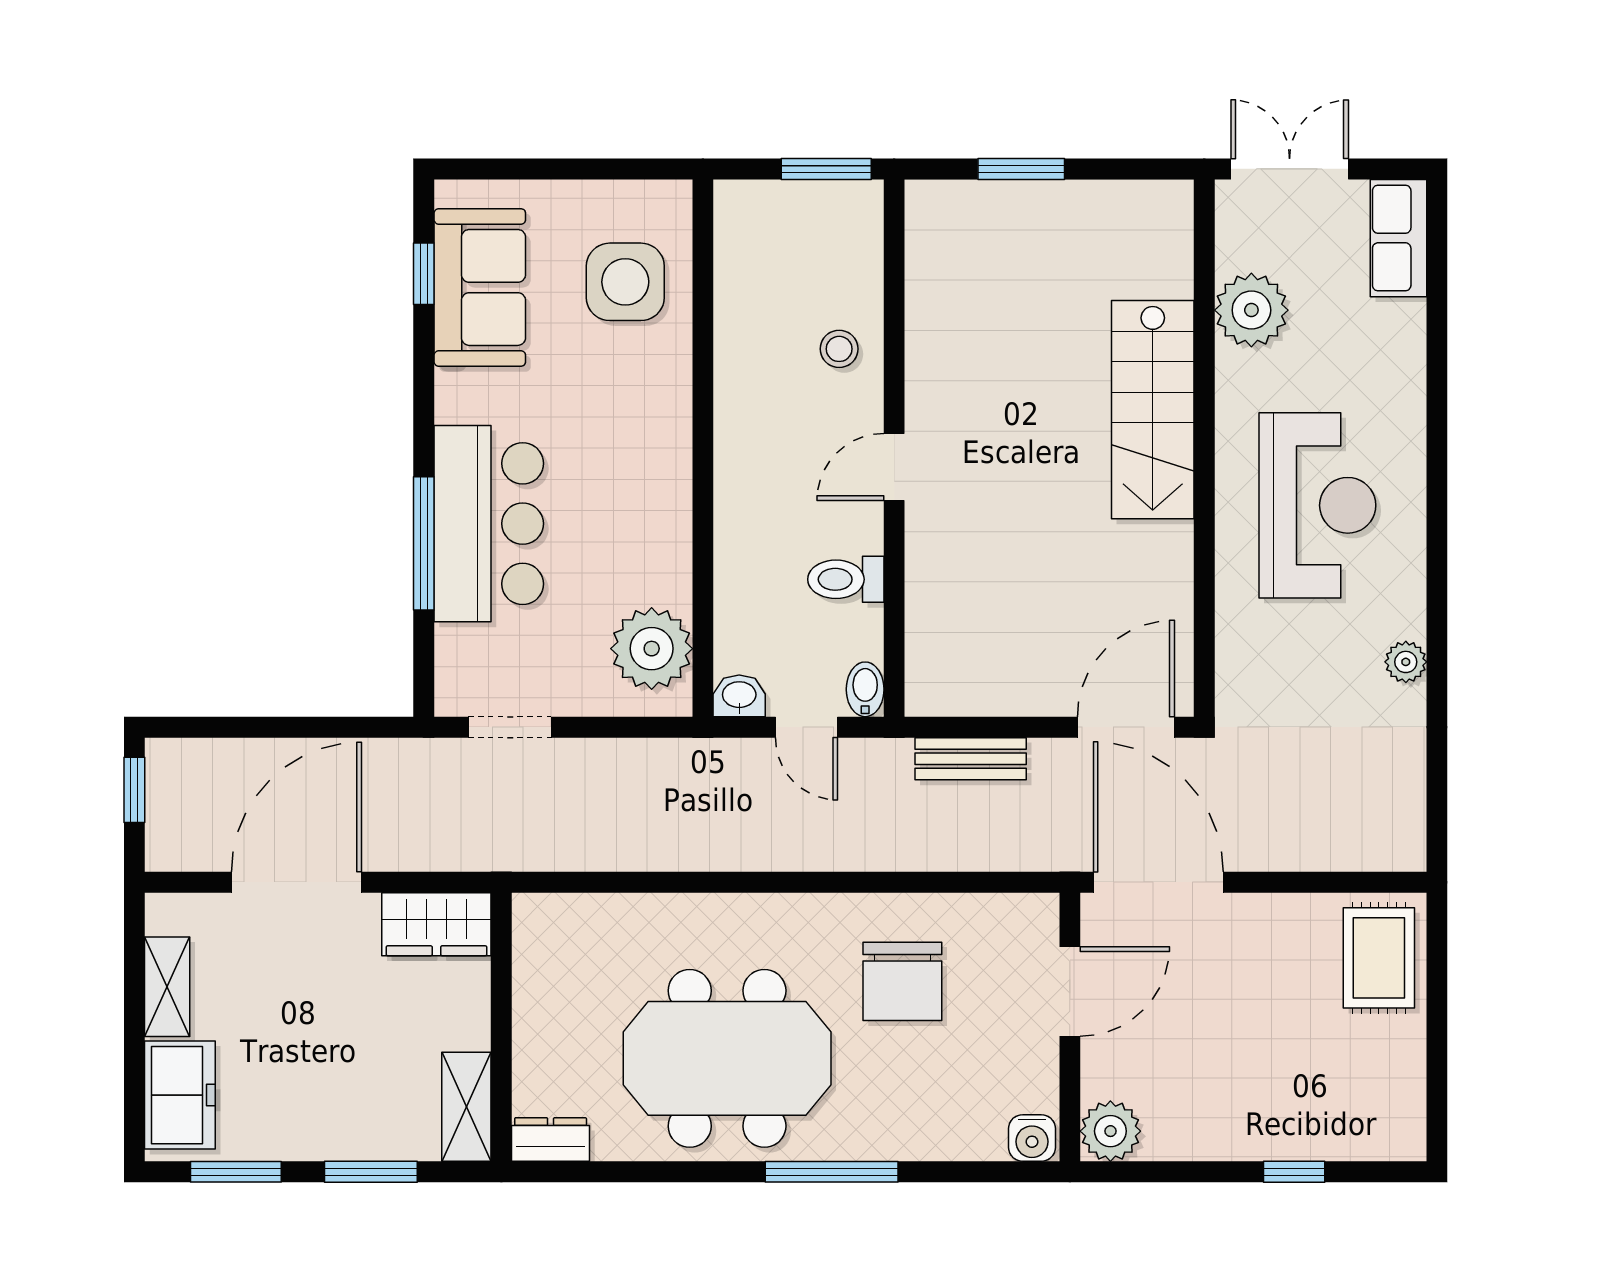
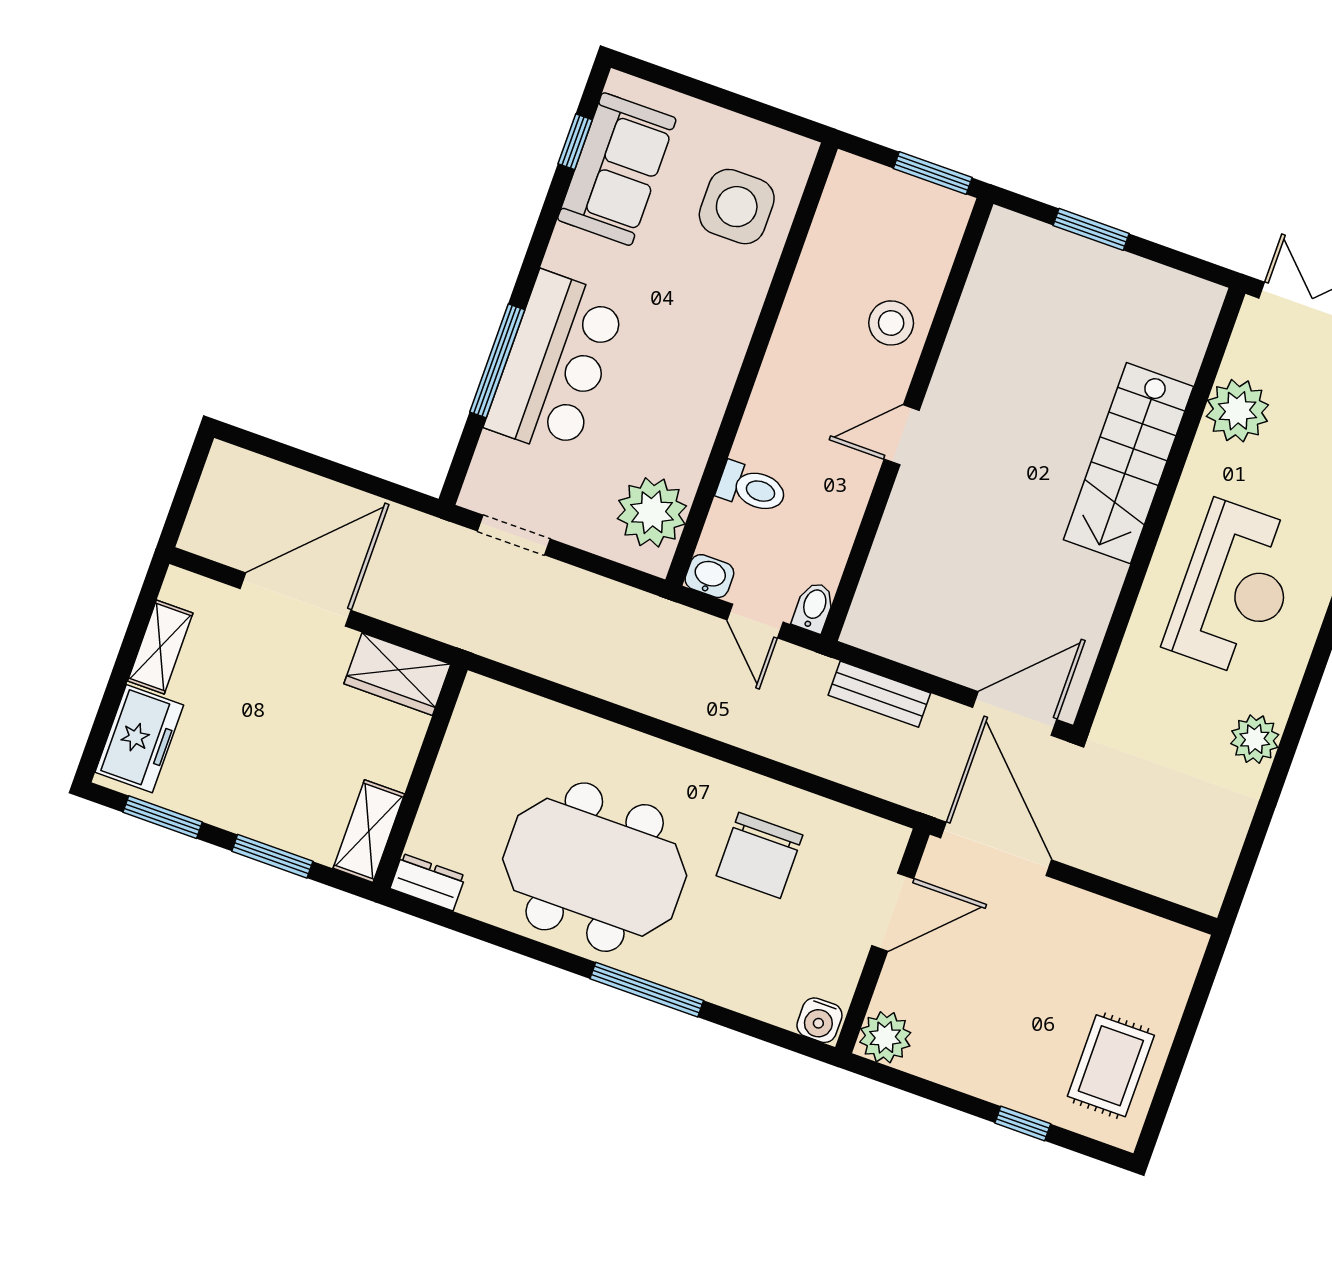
stool: (839, 349) -> (891, 323), width x1.37, depth x1.37
toilet: (846, 579) -> (752, 488), moved, turned 180
plant: (1406, 662) -> (1255, 739), width x1.38, depth x1.38
window: (134, 790) -> (191, 477), removed
rug: (1379, 958) -> (1111, 1066), moved

